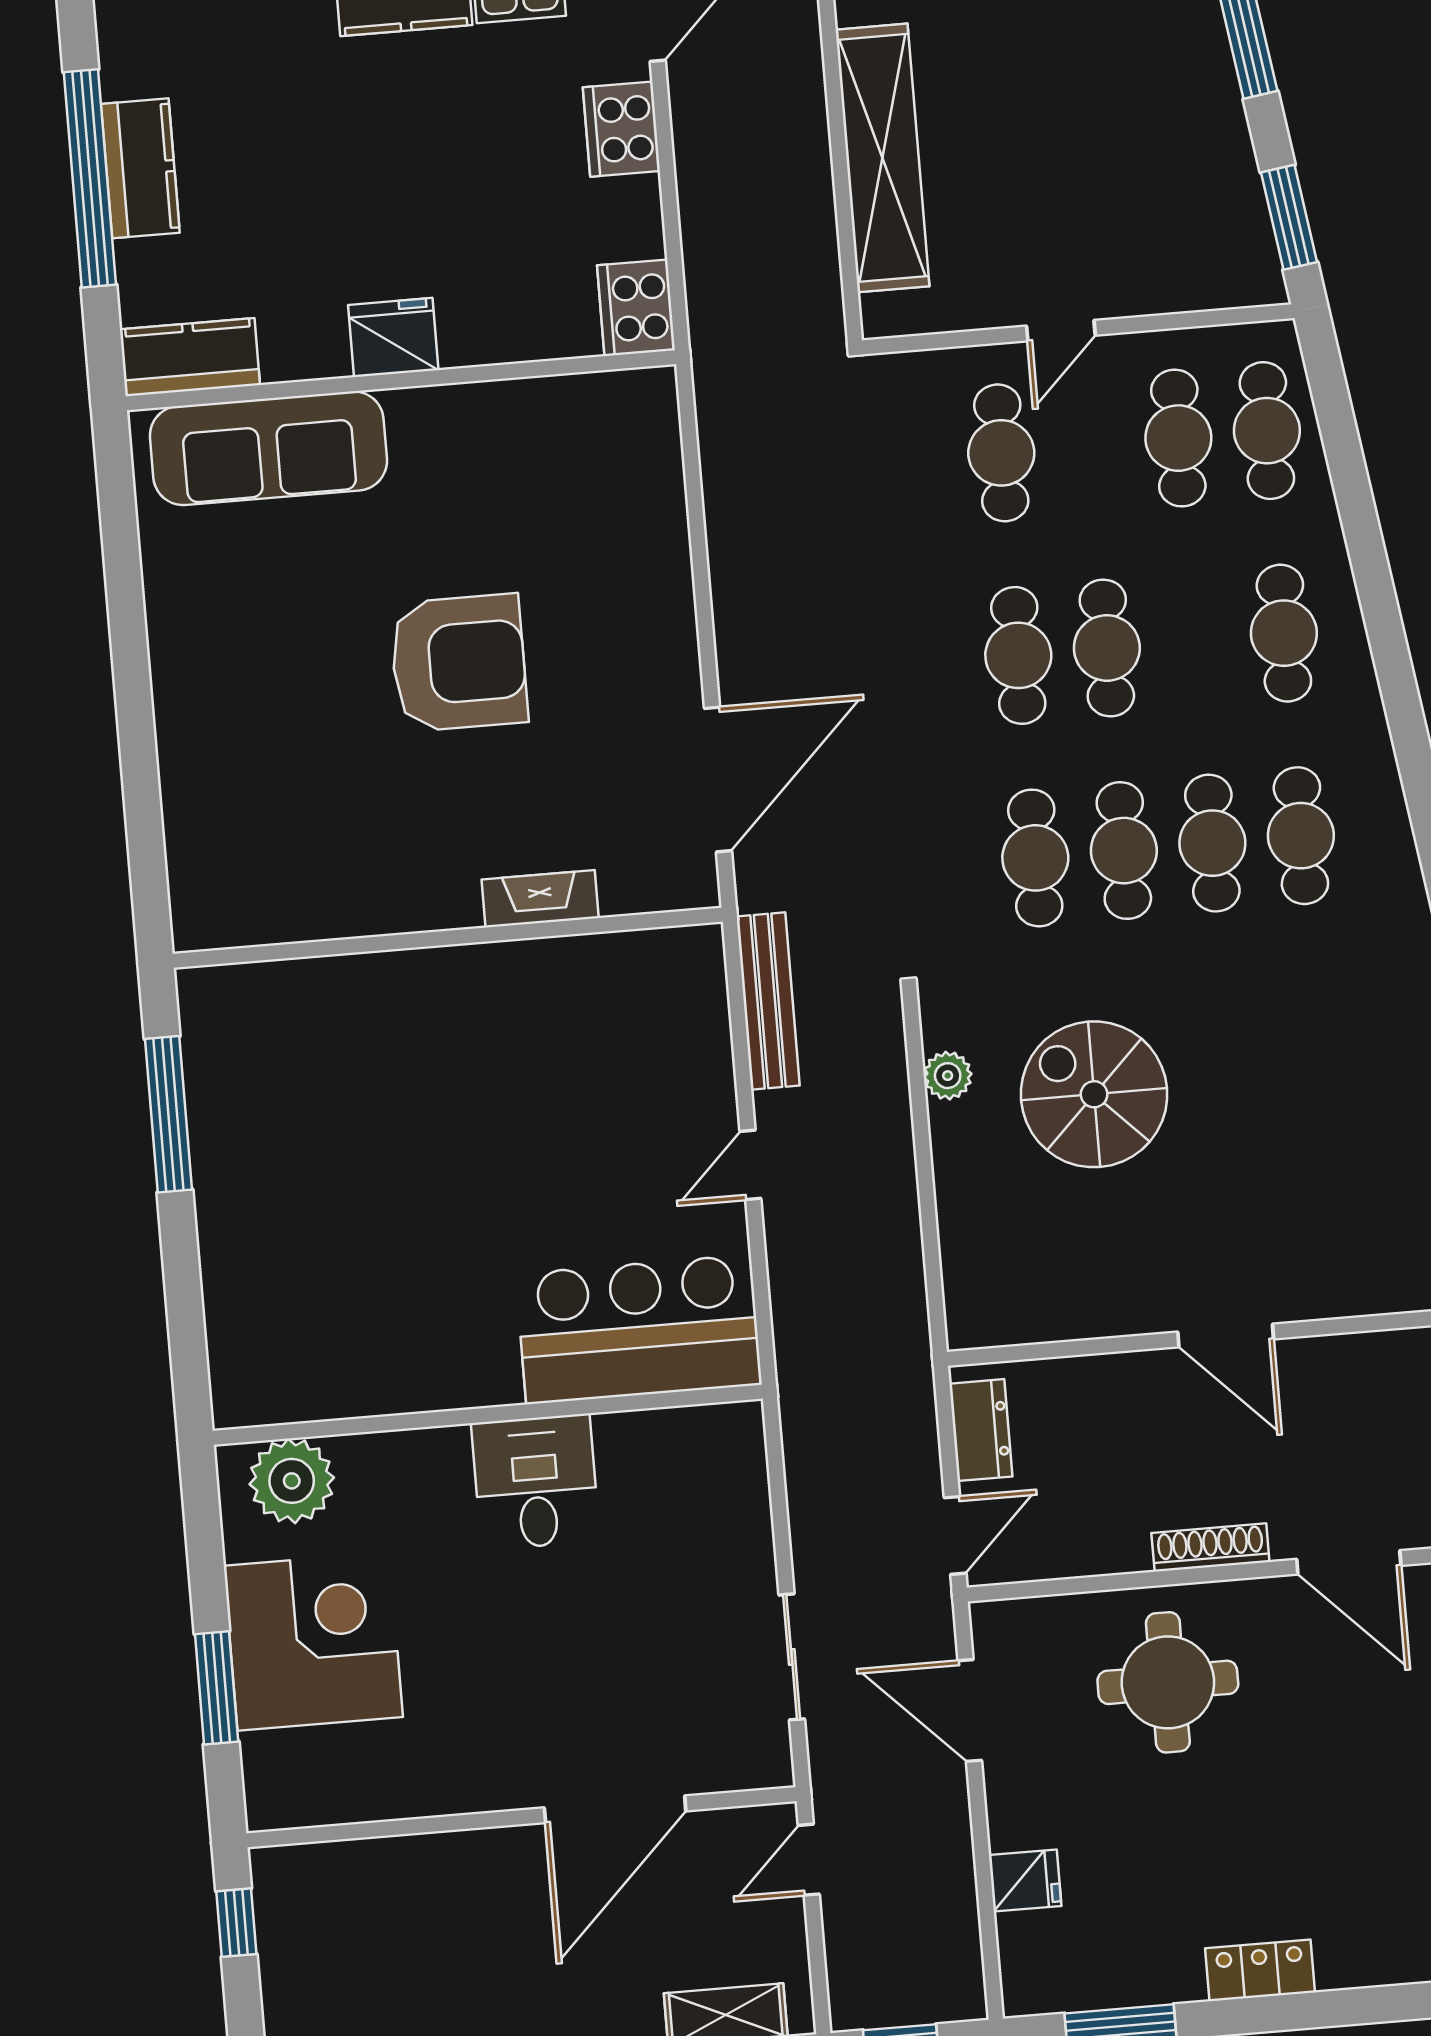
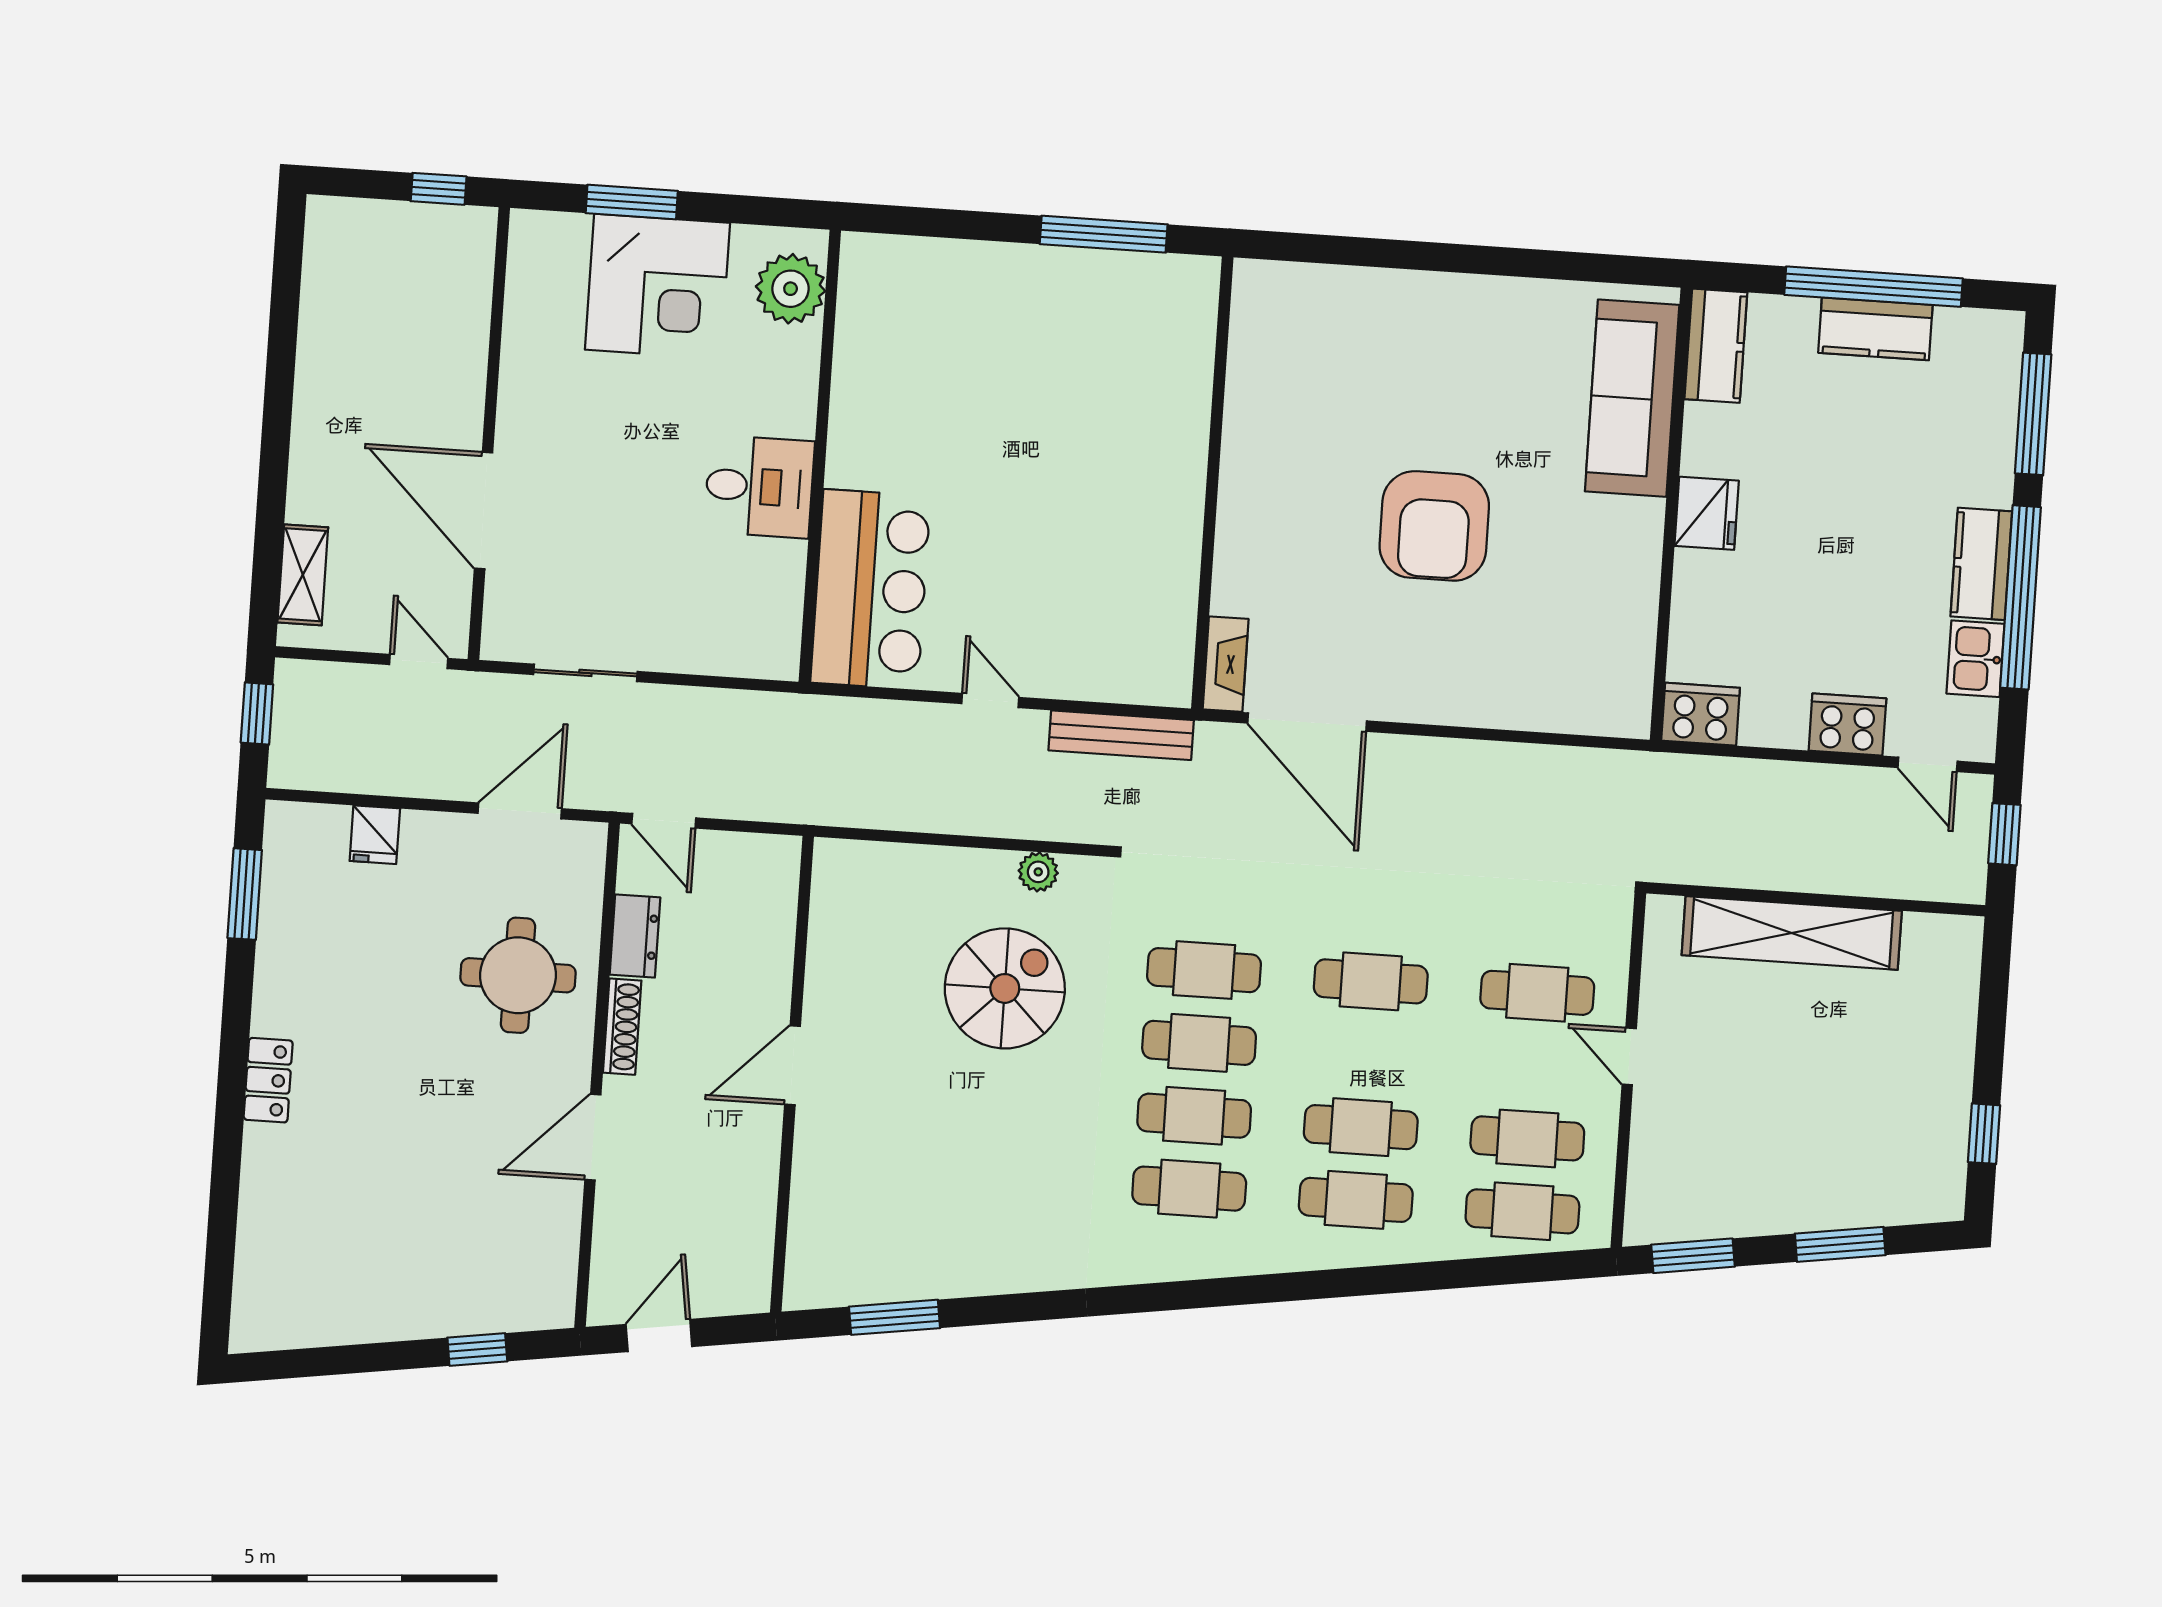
cafe table: (1107, 648) -> (1361, 1127), moved
fireplace: (540, 899) -> (1226, 664), moved
dresser: (981, 1430) -> (635, 936), moved, turned -90
locker: (1260, 1970) -> (268, 1080), moved

